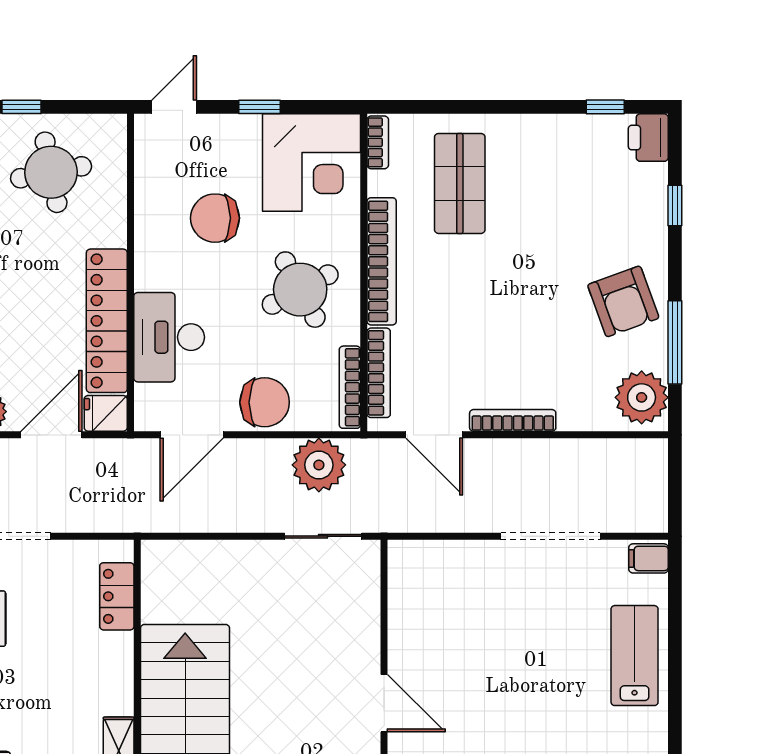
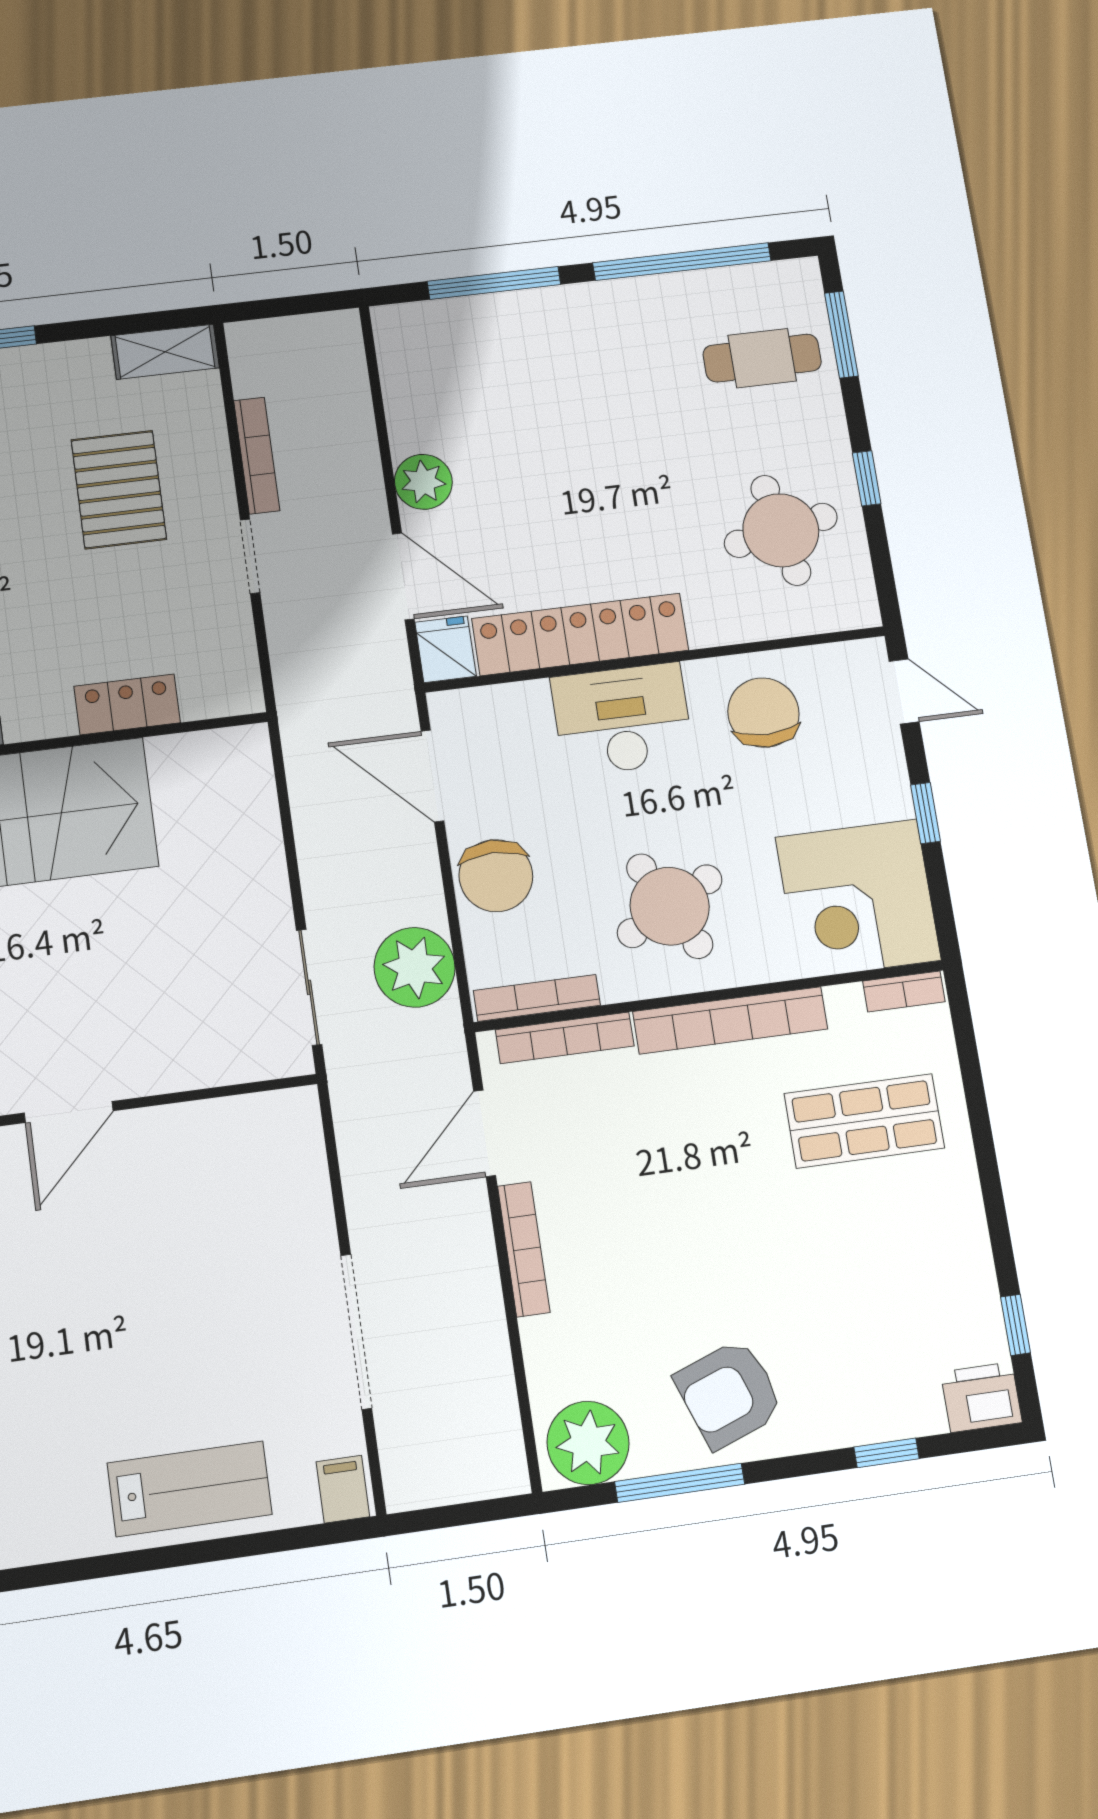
chair: (215, 218) -> (763, 713), moved
desk: (169, 337) -> (622, 719), moved
locker: (117, 596) -> (127, 704), moved

